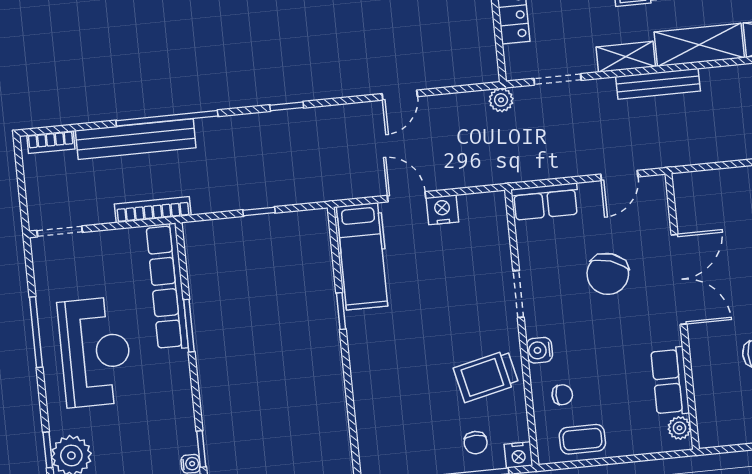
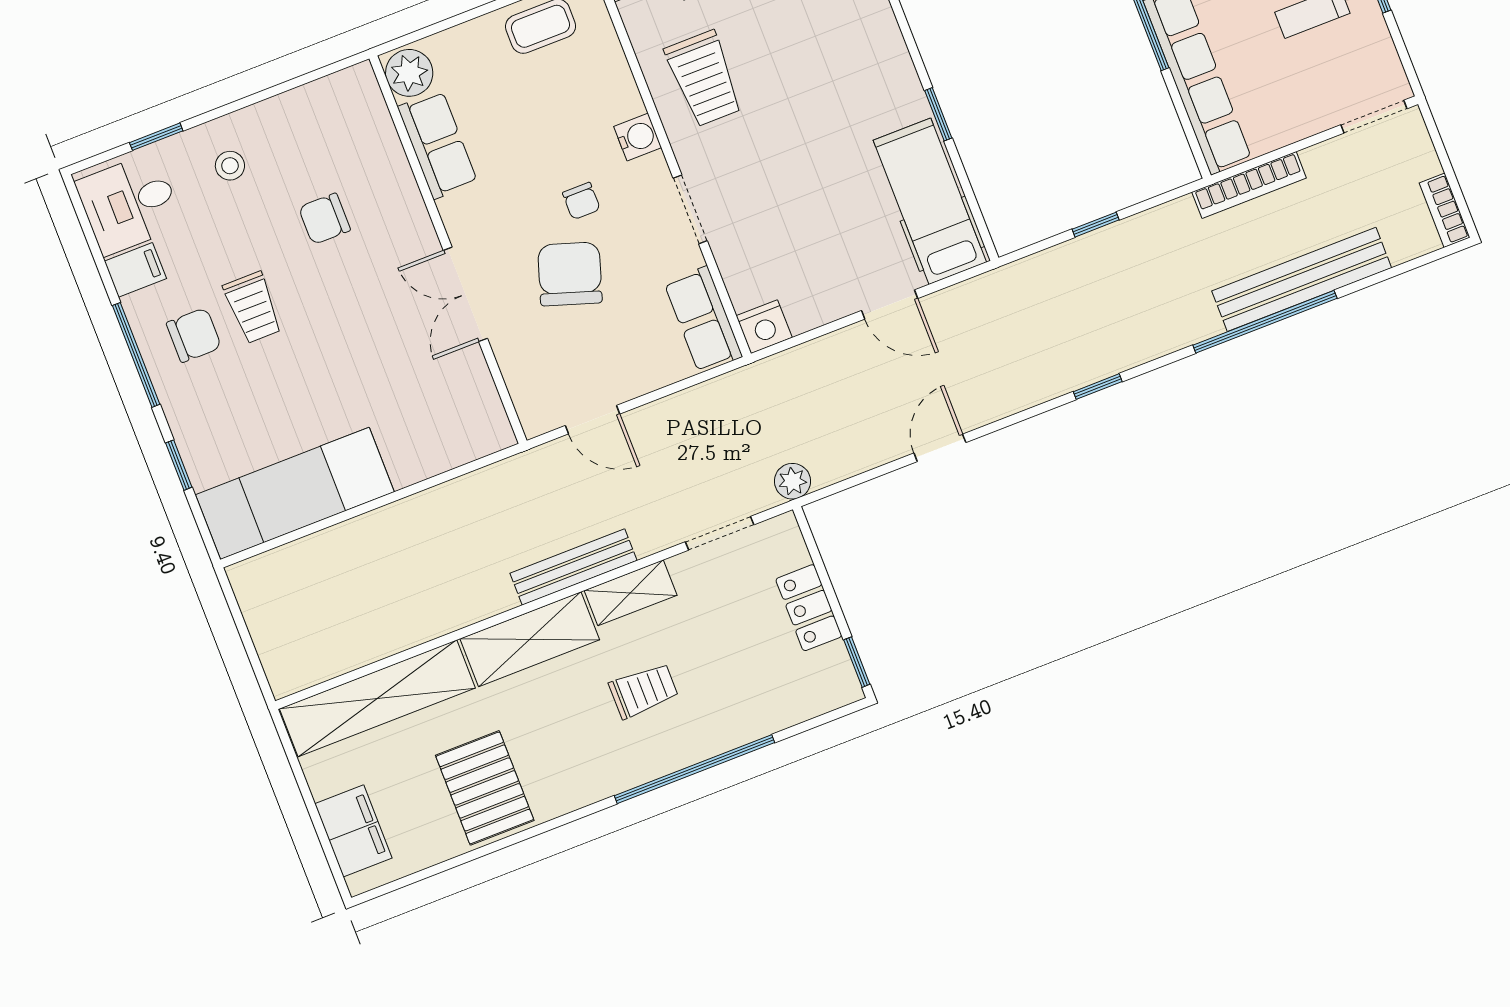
bookcase: (51, 142) -> (1445, 210), moved, turned -90
door: (619, 176) -> (593, 420), swing flipped
row of seats: (545, 202) -> (703, 320), moved, turned -90
nightstand: (442, 210) -> (764, 327), moved
double door: (679, 279) -> (465, 294), width x0.73
trolley: (486, 376) -> (704, 79), turned 103
chair: (562, 395) -> (581, 201), moved, turned -90
plant: (679, 428) -> (409, 73), width x1.38, depth x1.38

